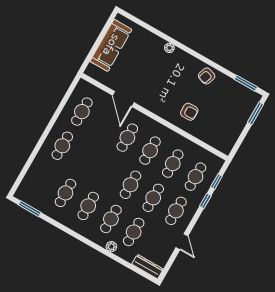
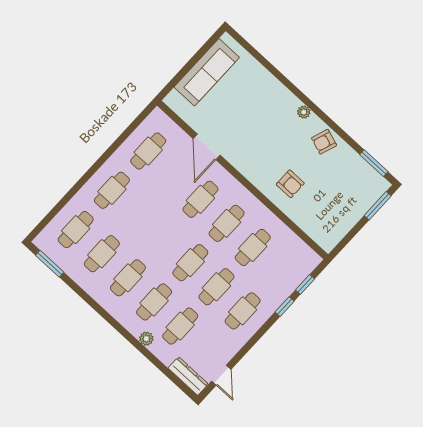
plant: (169, 48) -> (304, 112), moved
cafe table: (196, 177) -> (76, 230), moved
door: (182, 242) -> (221, 375), moved

